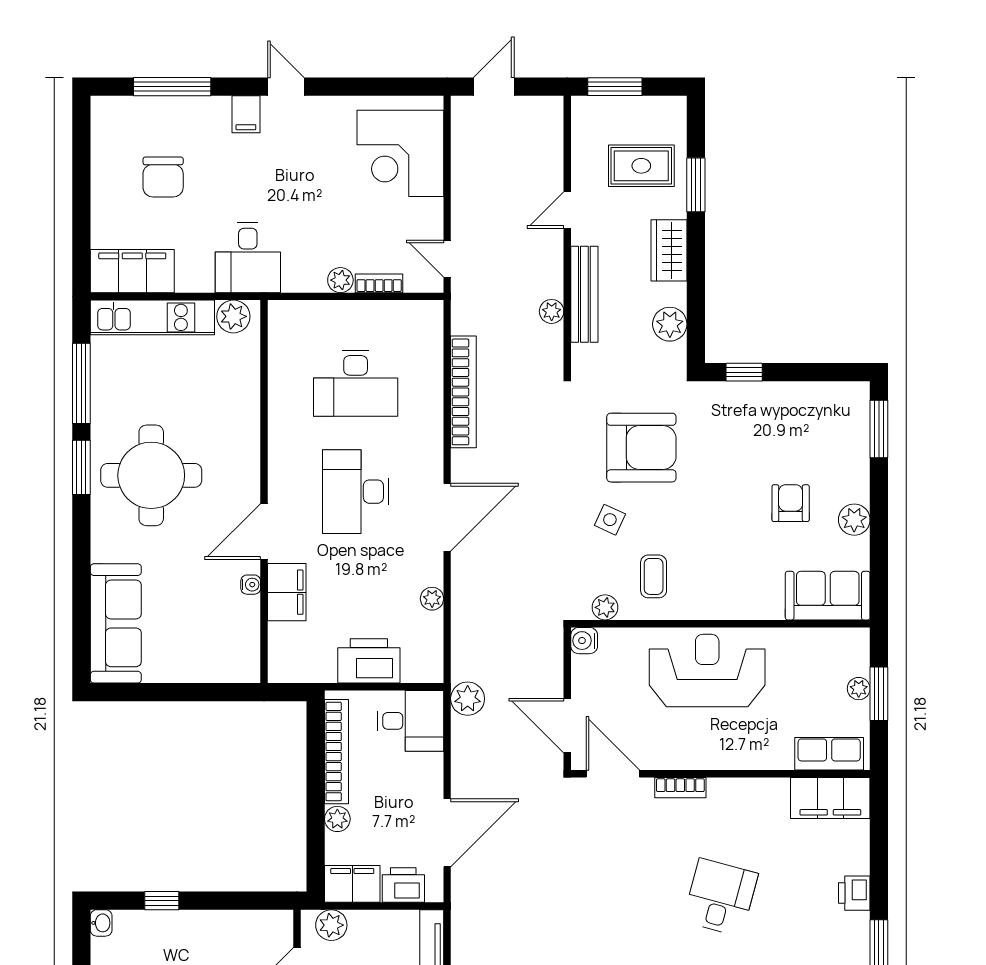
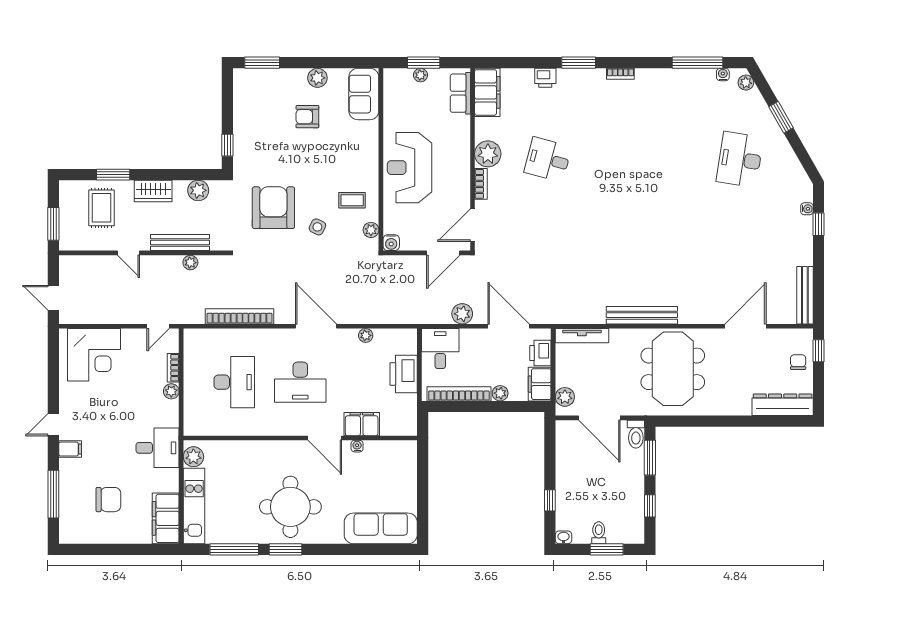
plant: (468, 699) -> (462, 314), moved
plant: (730, 799) -> (488, 154), added

